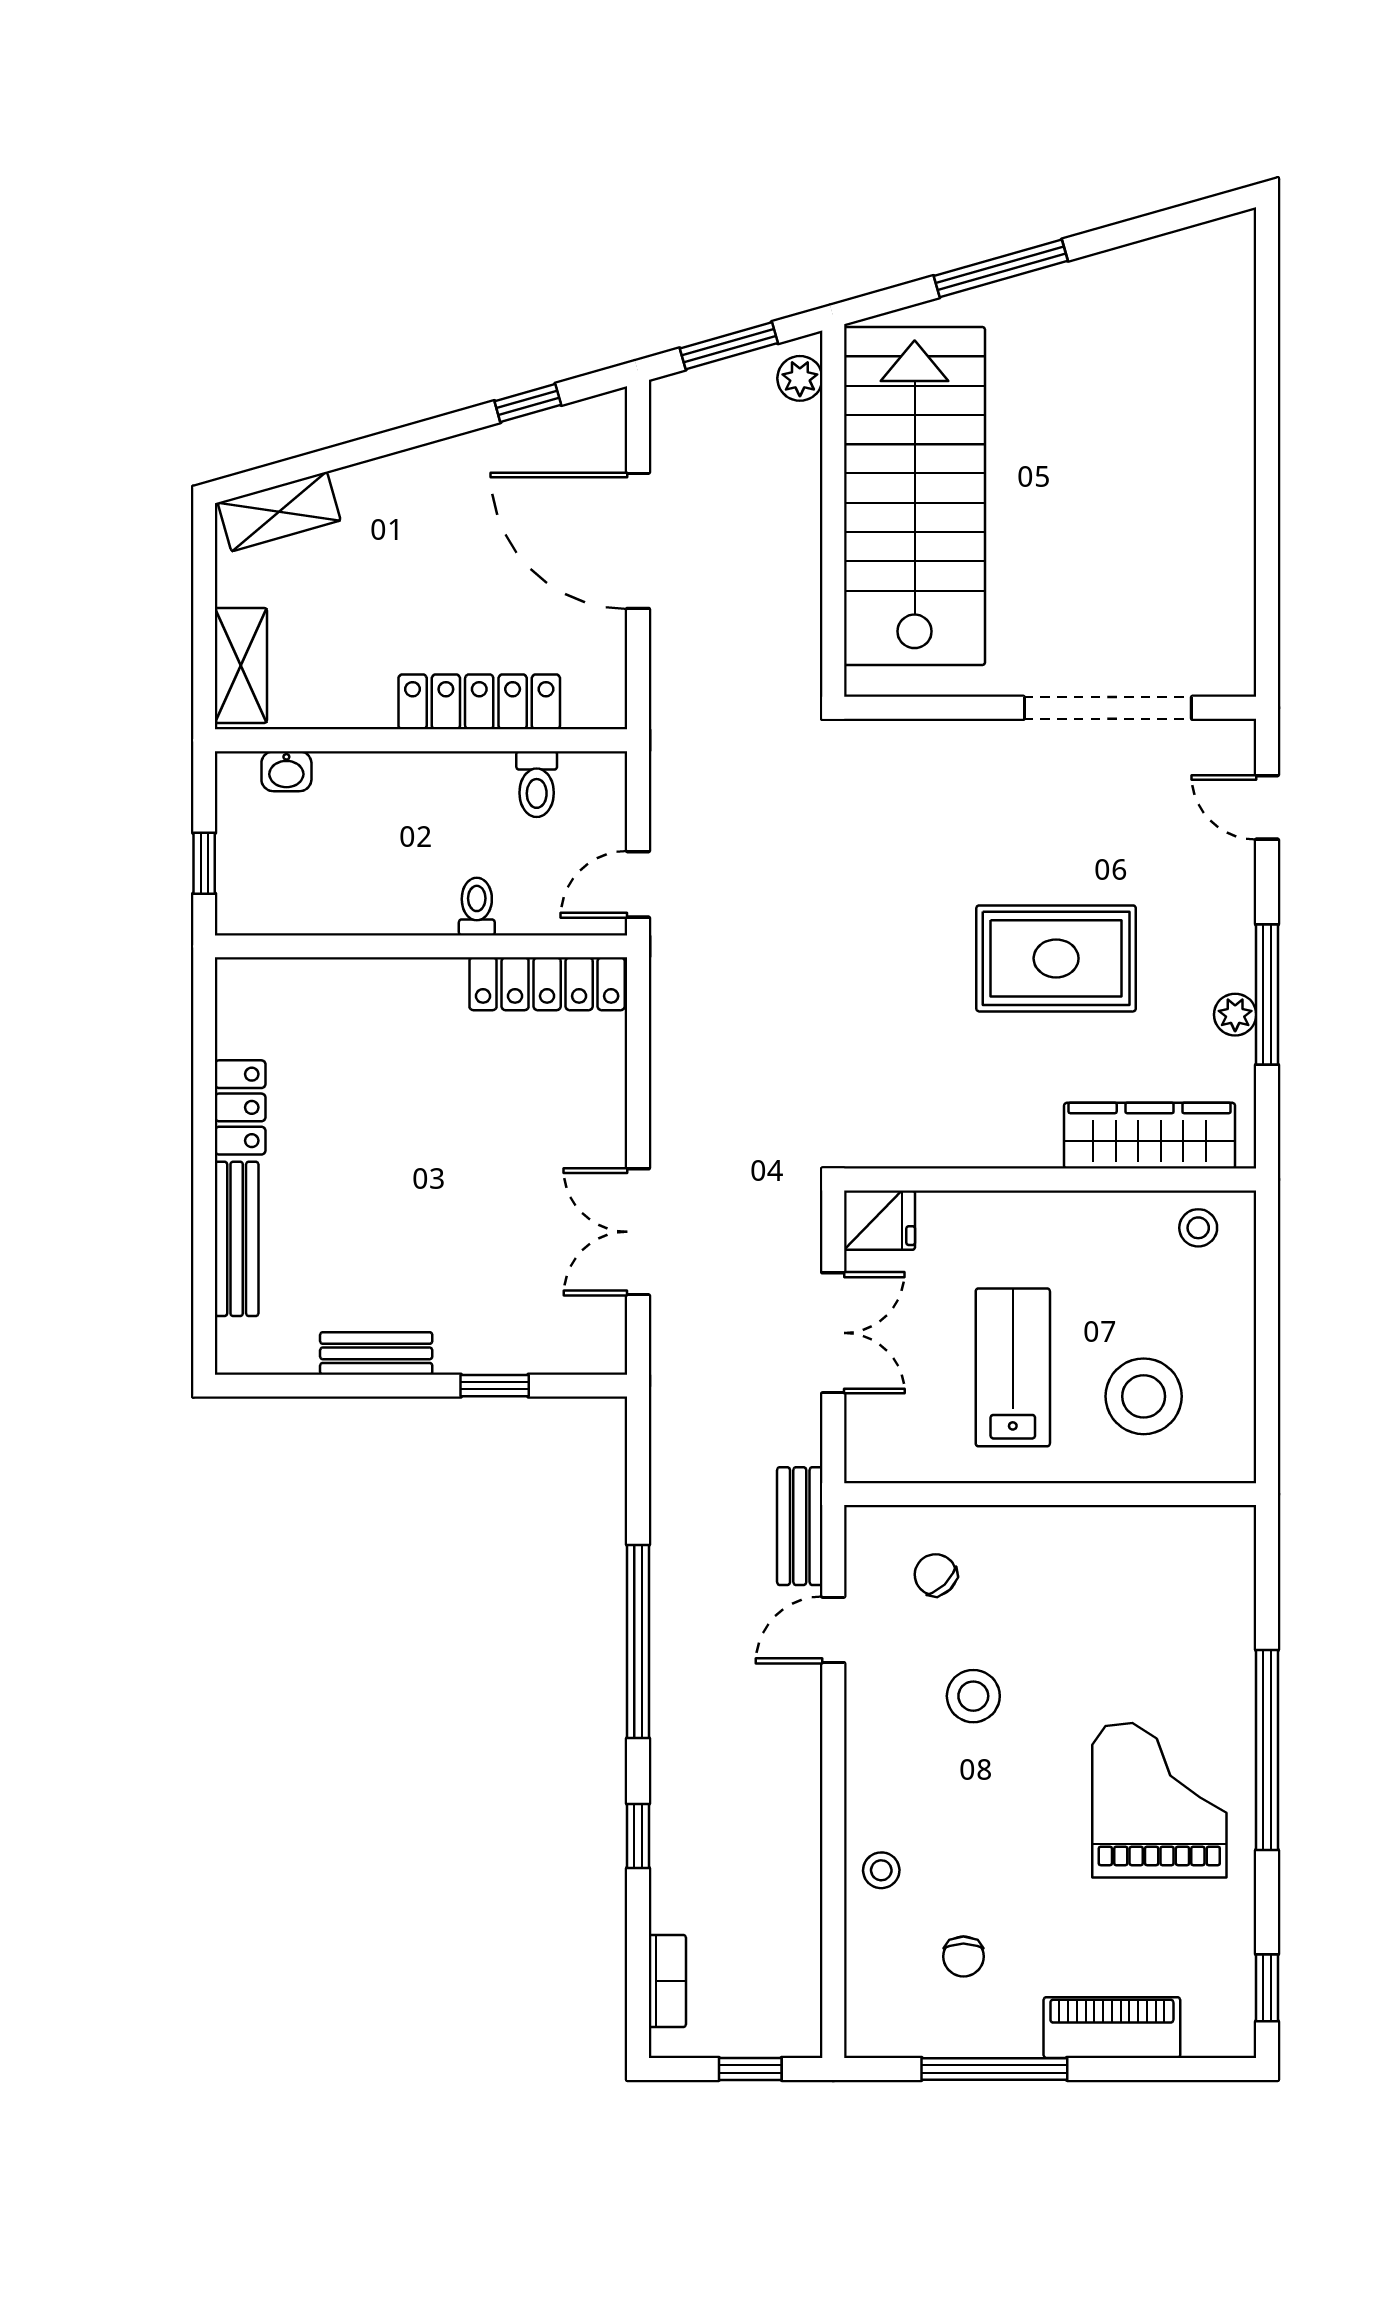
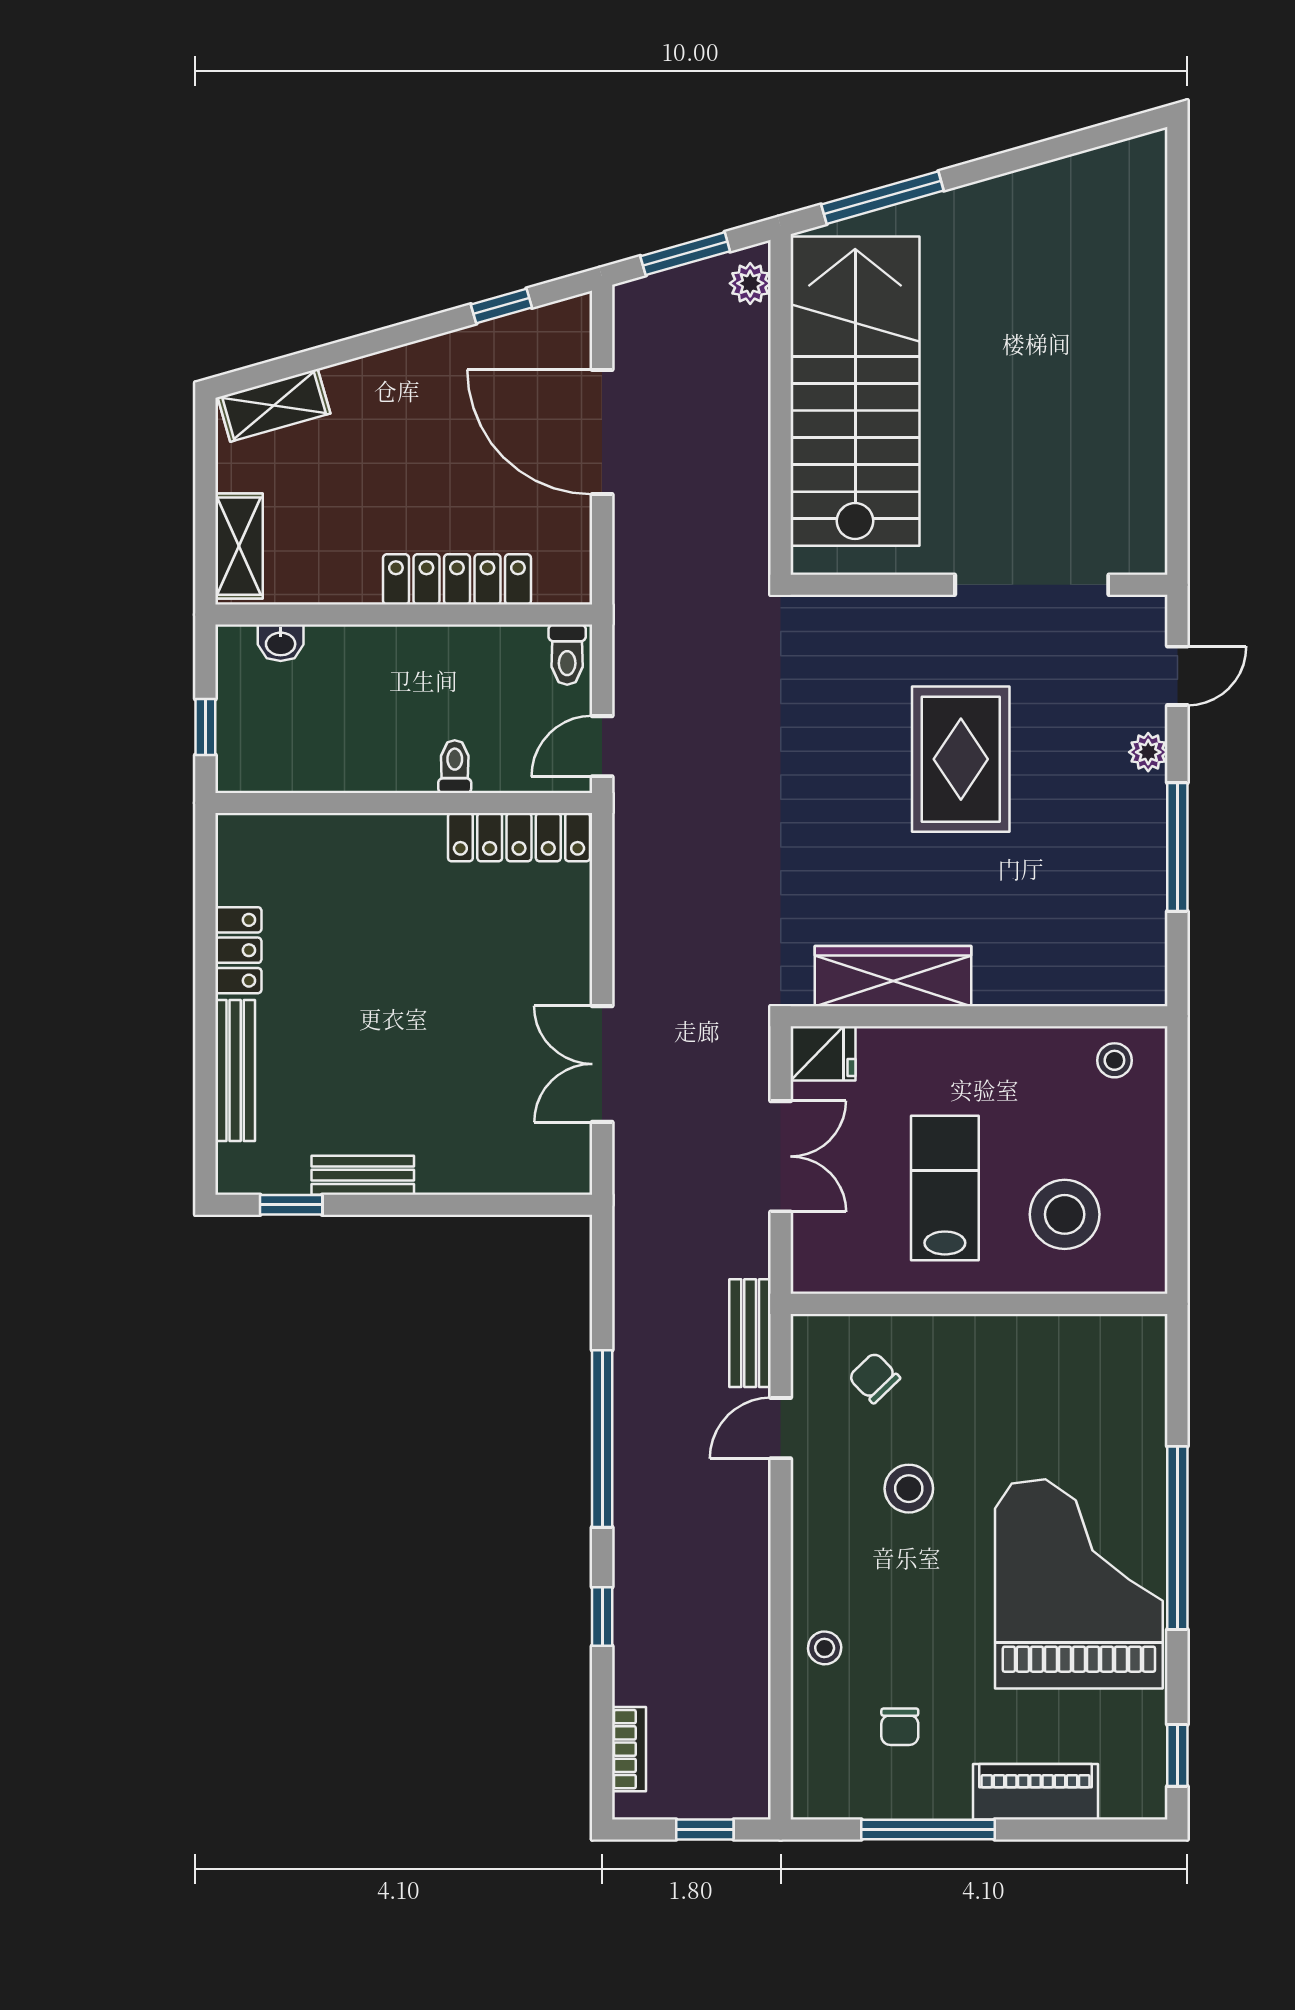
window: (1001, 268) -> (882, 198), moved
toilet: (537, 784) -> (567, 655), moved
door: (1267, 807) -> (1177, 676), swing flipped
rug: (1056, 958) -> (961, 759), moved, turned 90
plant: (1235, 1015) -> (1148, 752), moved
wardrobe: (1150, 1136) -> (893, 976), moved
window: (495, 1386) -> (291, 1205), moved
grand piano: (1159, 1800) -> (1079, 1584), width x1.37, depth x1.48

